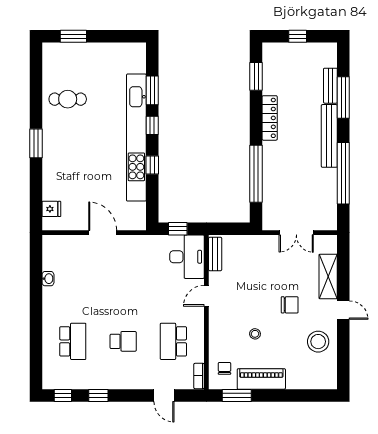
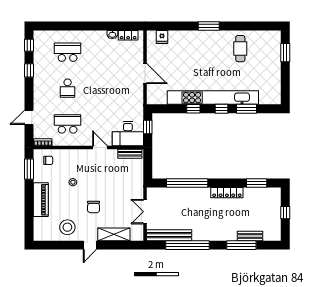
bench: (329, 136) -> (169, 235), moved
door: (103, 233) -> (145, 74), hinge flipped
locker: (49, 256) -> (128, 35), added
school desk: (73, 341) -> (68, 52), turned 180
piano: (261, 379) -> (41, 200), moved

